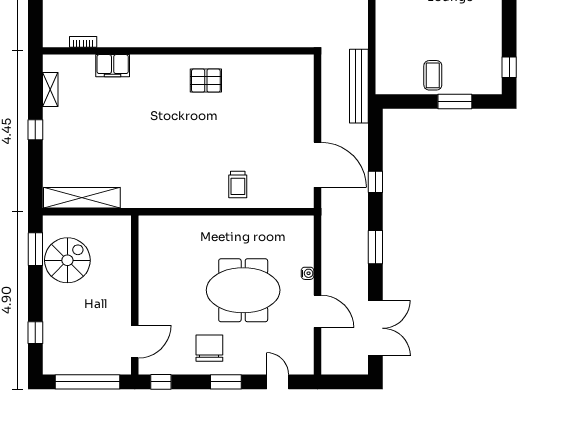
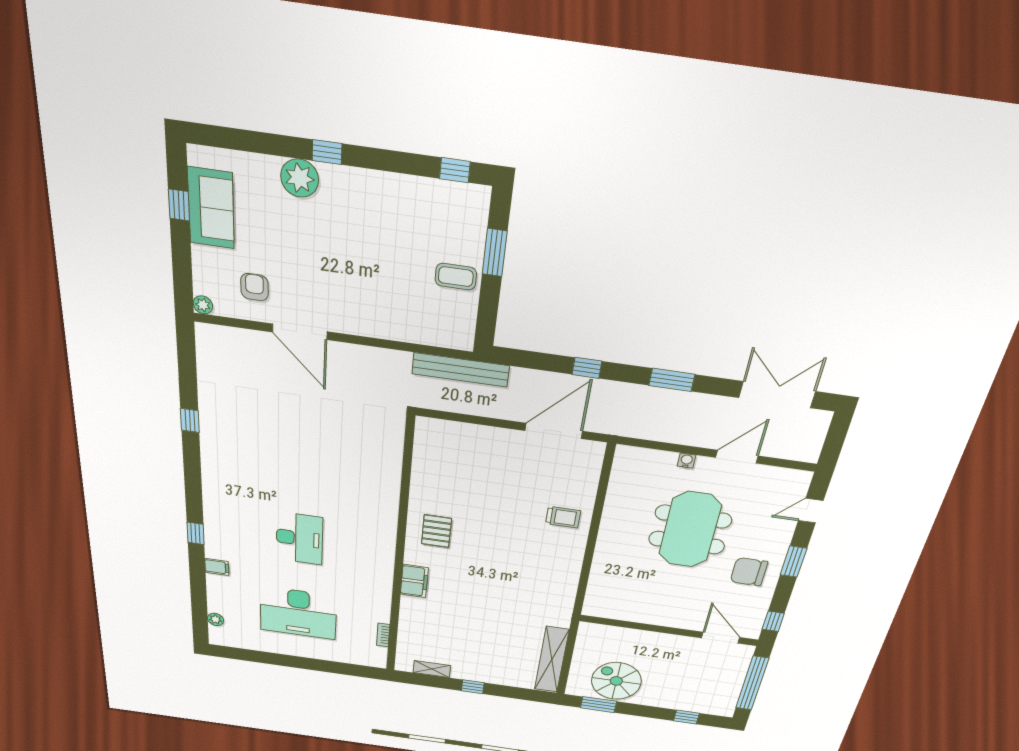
filing cabinet: (113, 66) -> (414, 581), moved

